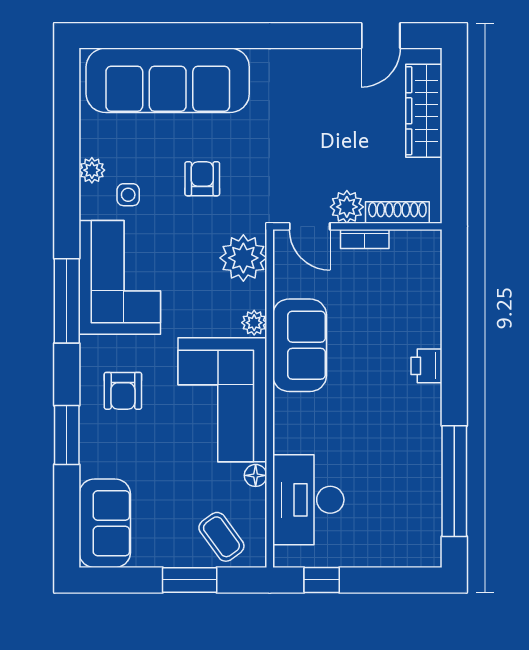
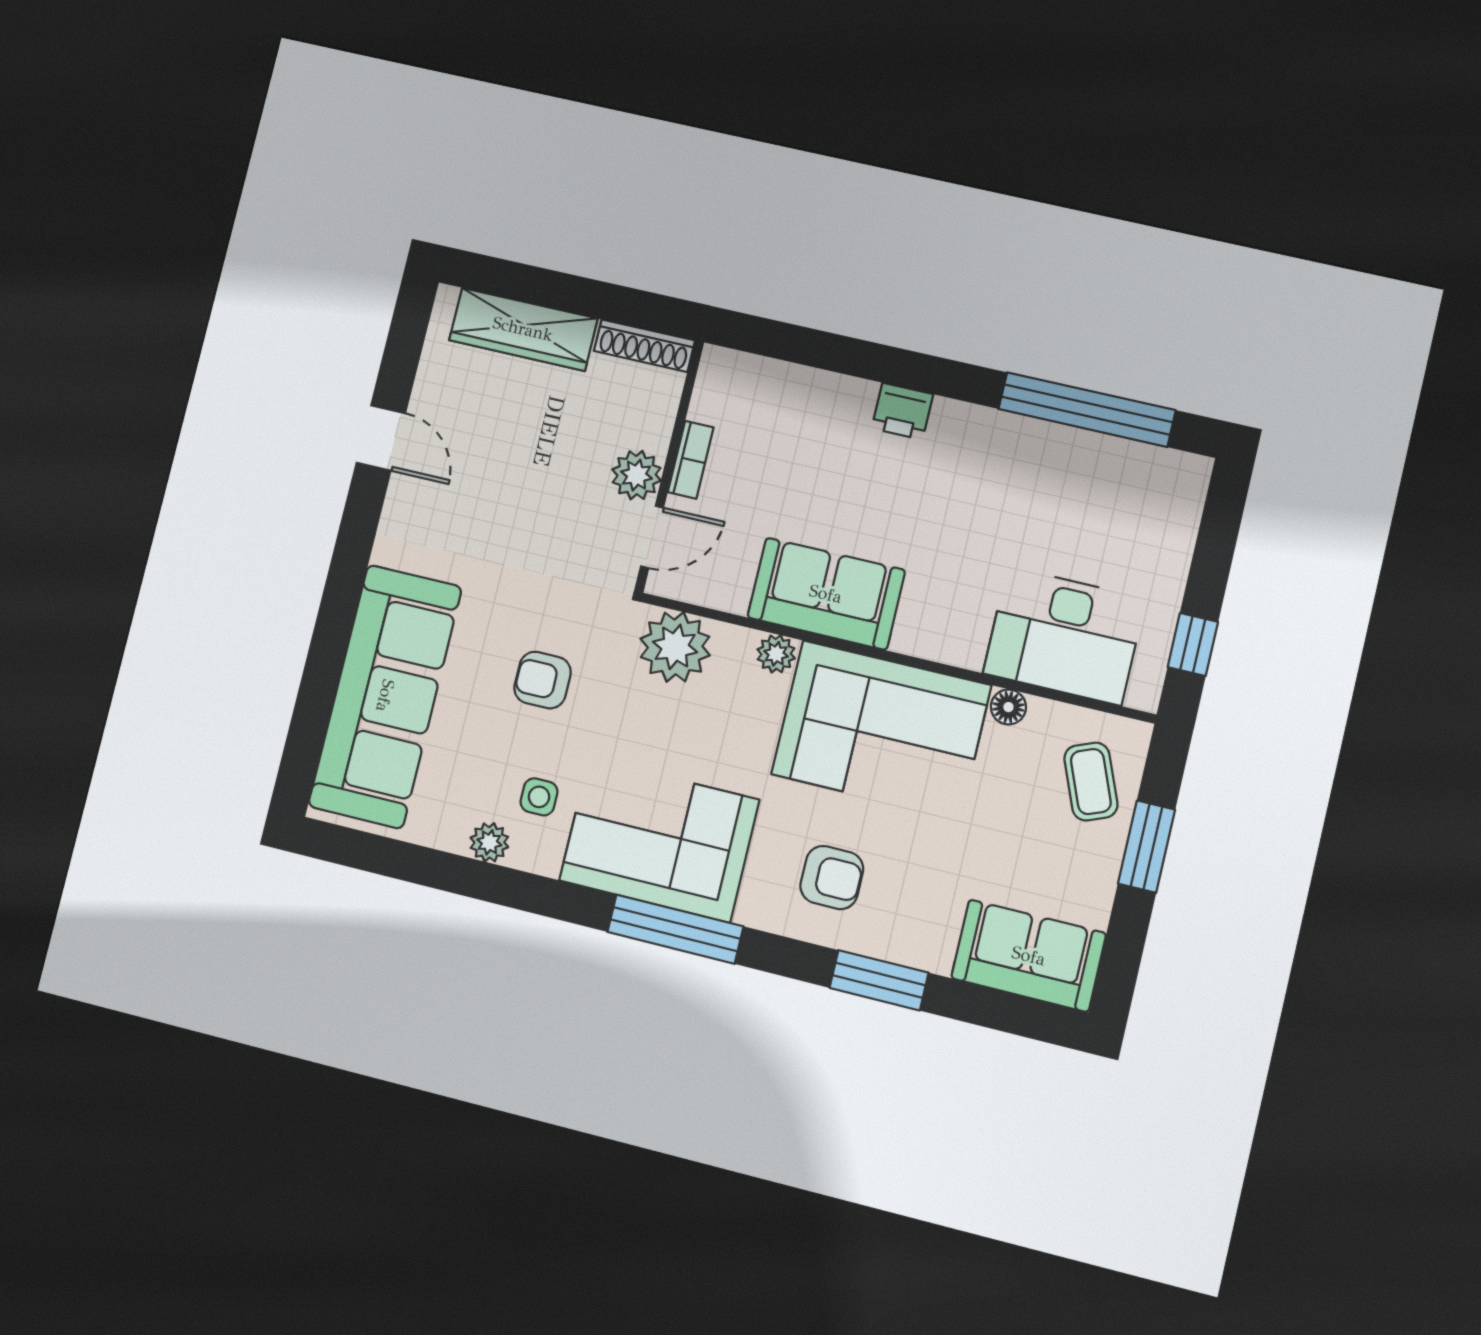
door: (381, 36) -> (381, 438), moved
shoe rack: (397, 212) -> (644, 346), moved, turned -90
coffee table: (221, 537) -> (1091, 782), turned -76

